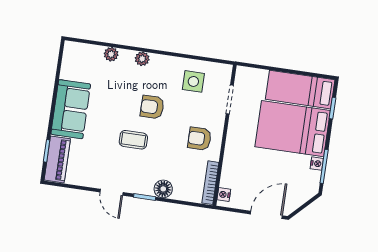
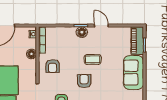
armchair: (152, 107) -> (84, 81), turned -90
armchair: (199, 139) -> (53, 66), turned 90
floor lamp: (230, 163) -> (31, 54), added
floor lamp: (163, 189) -> (82, 32), moved

